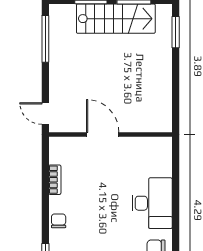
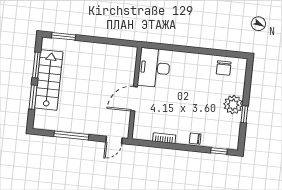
window: (45, 39) -> (71, 135), moved
desk: (152, 203) -> (154, 68), moved, turned -90

